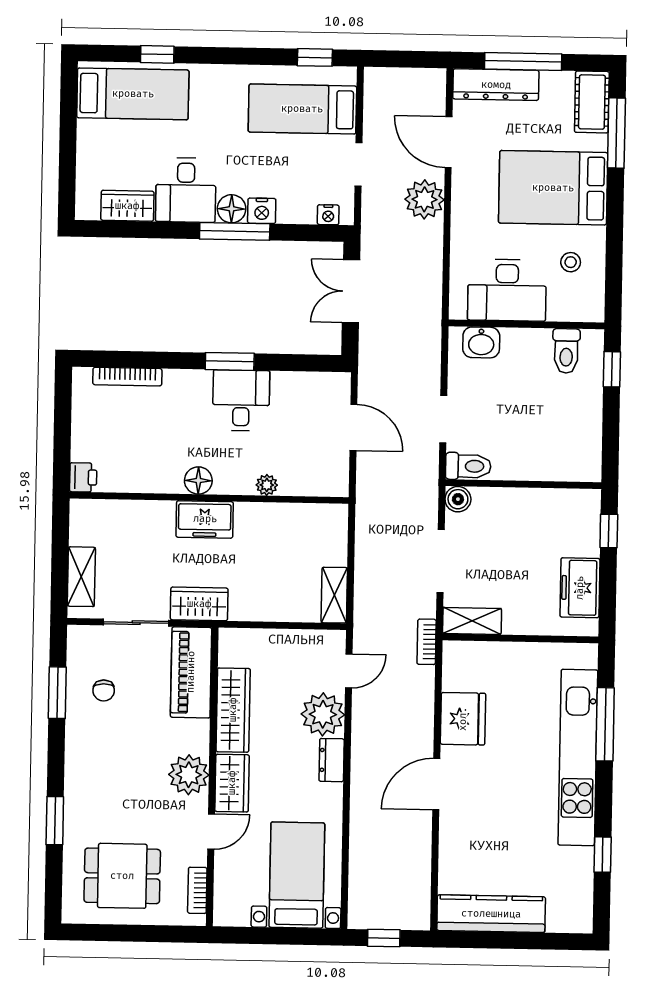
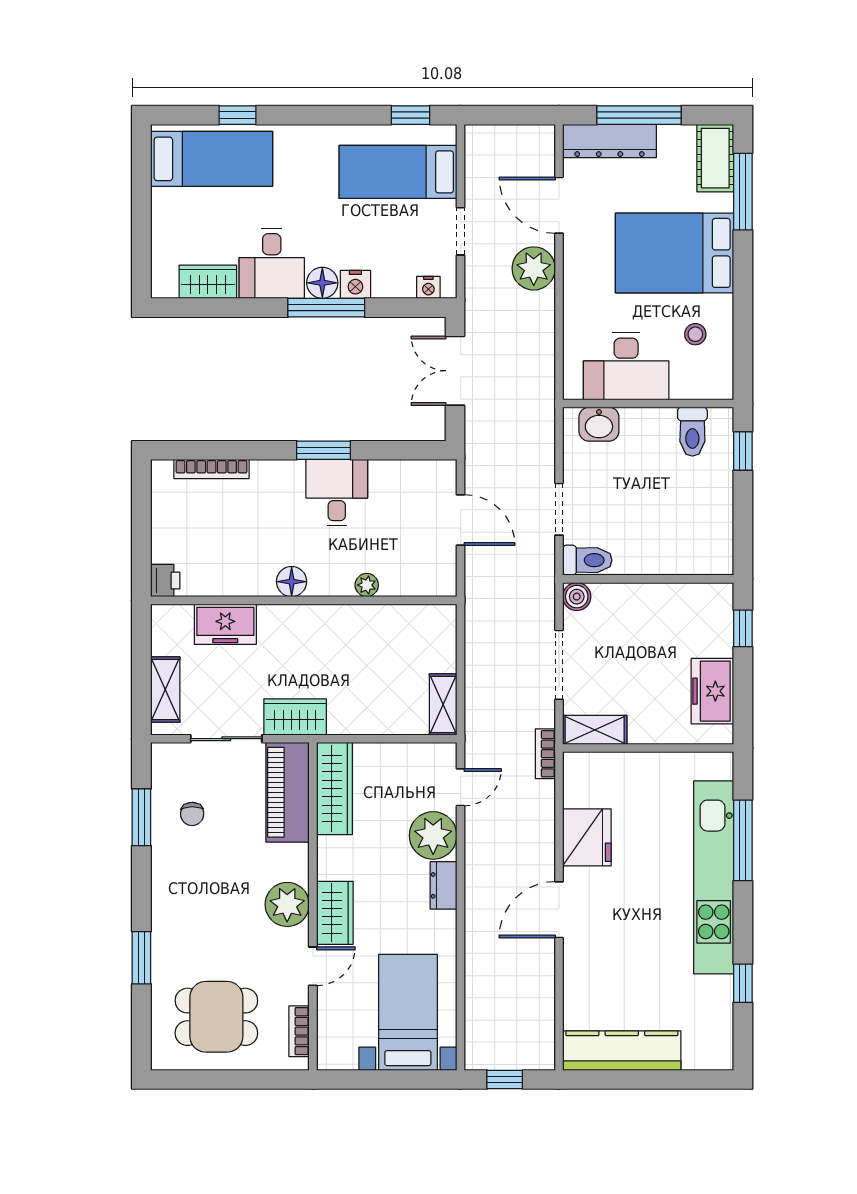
freezer: (205, 519) -> (225, 624), moved
wardrobe: (233, 710) -> (334, 789), moved

